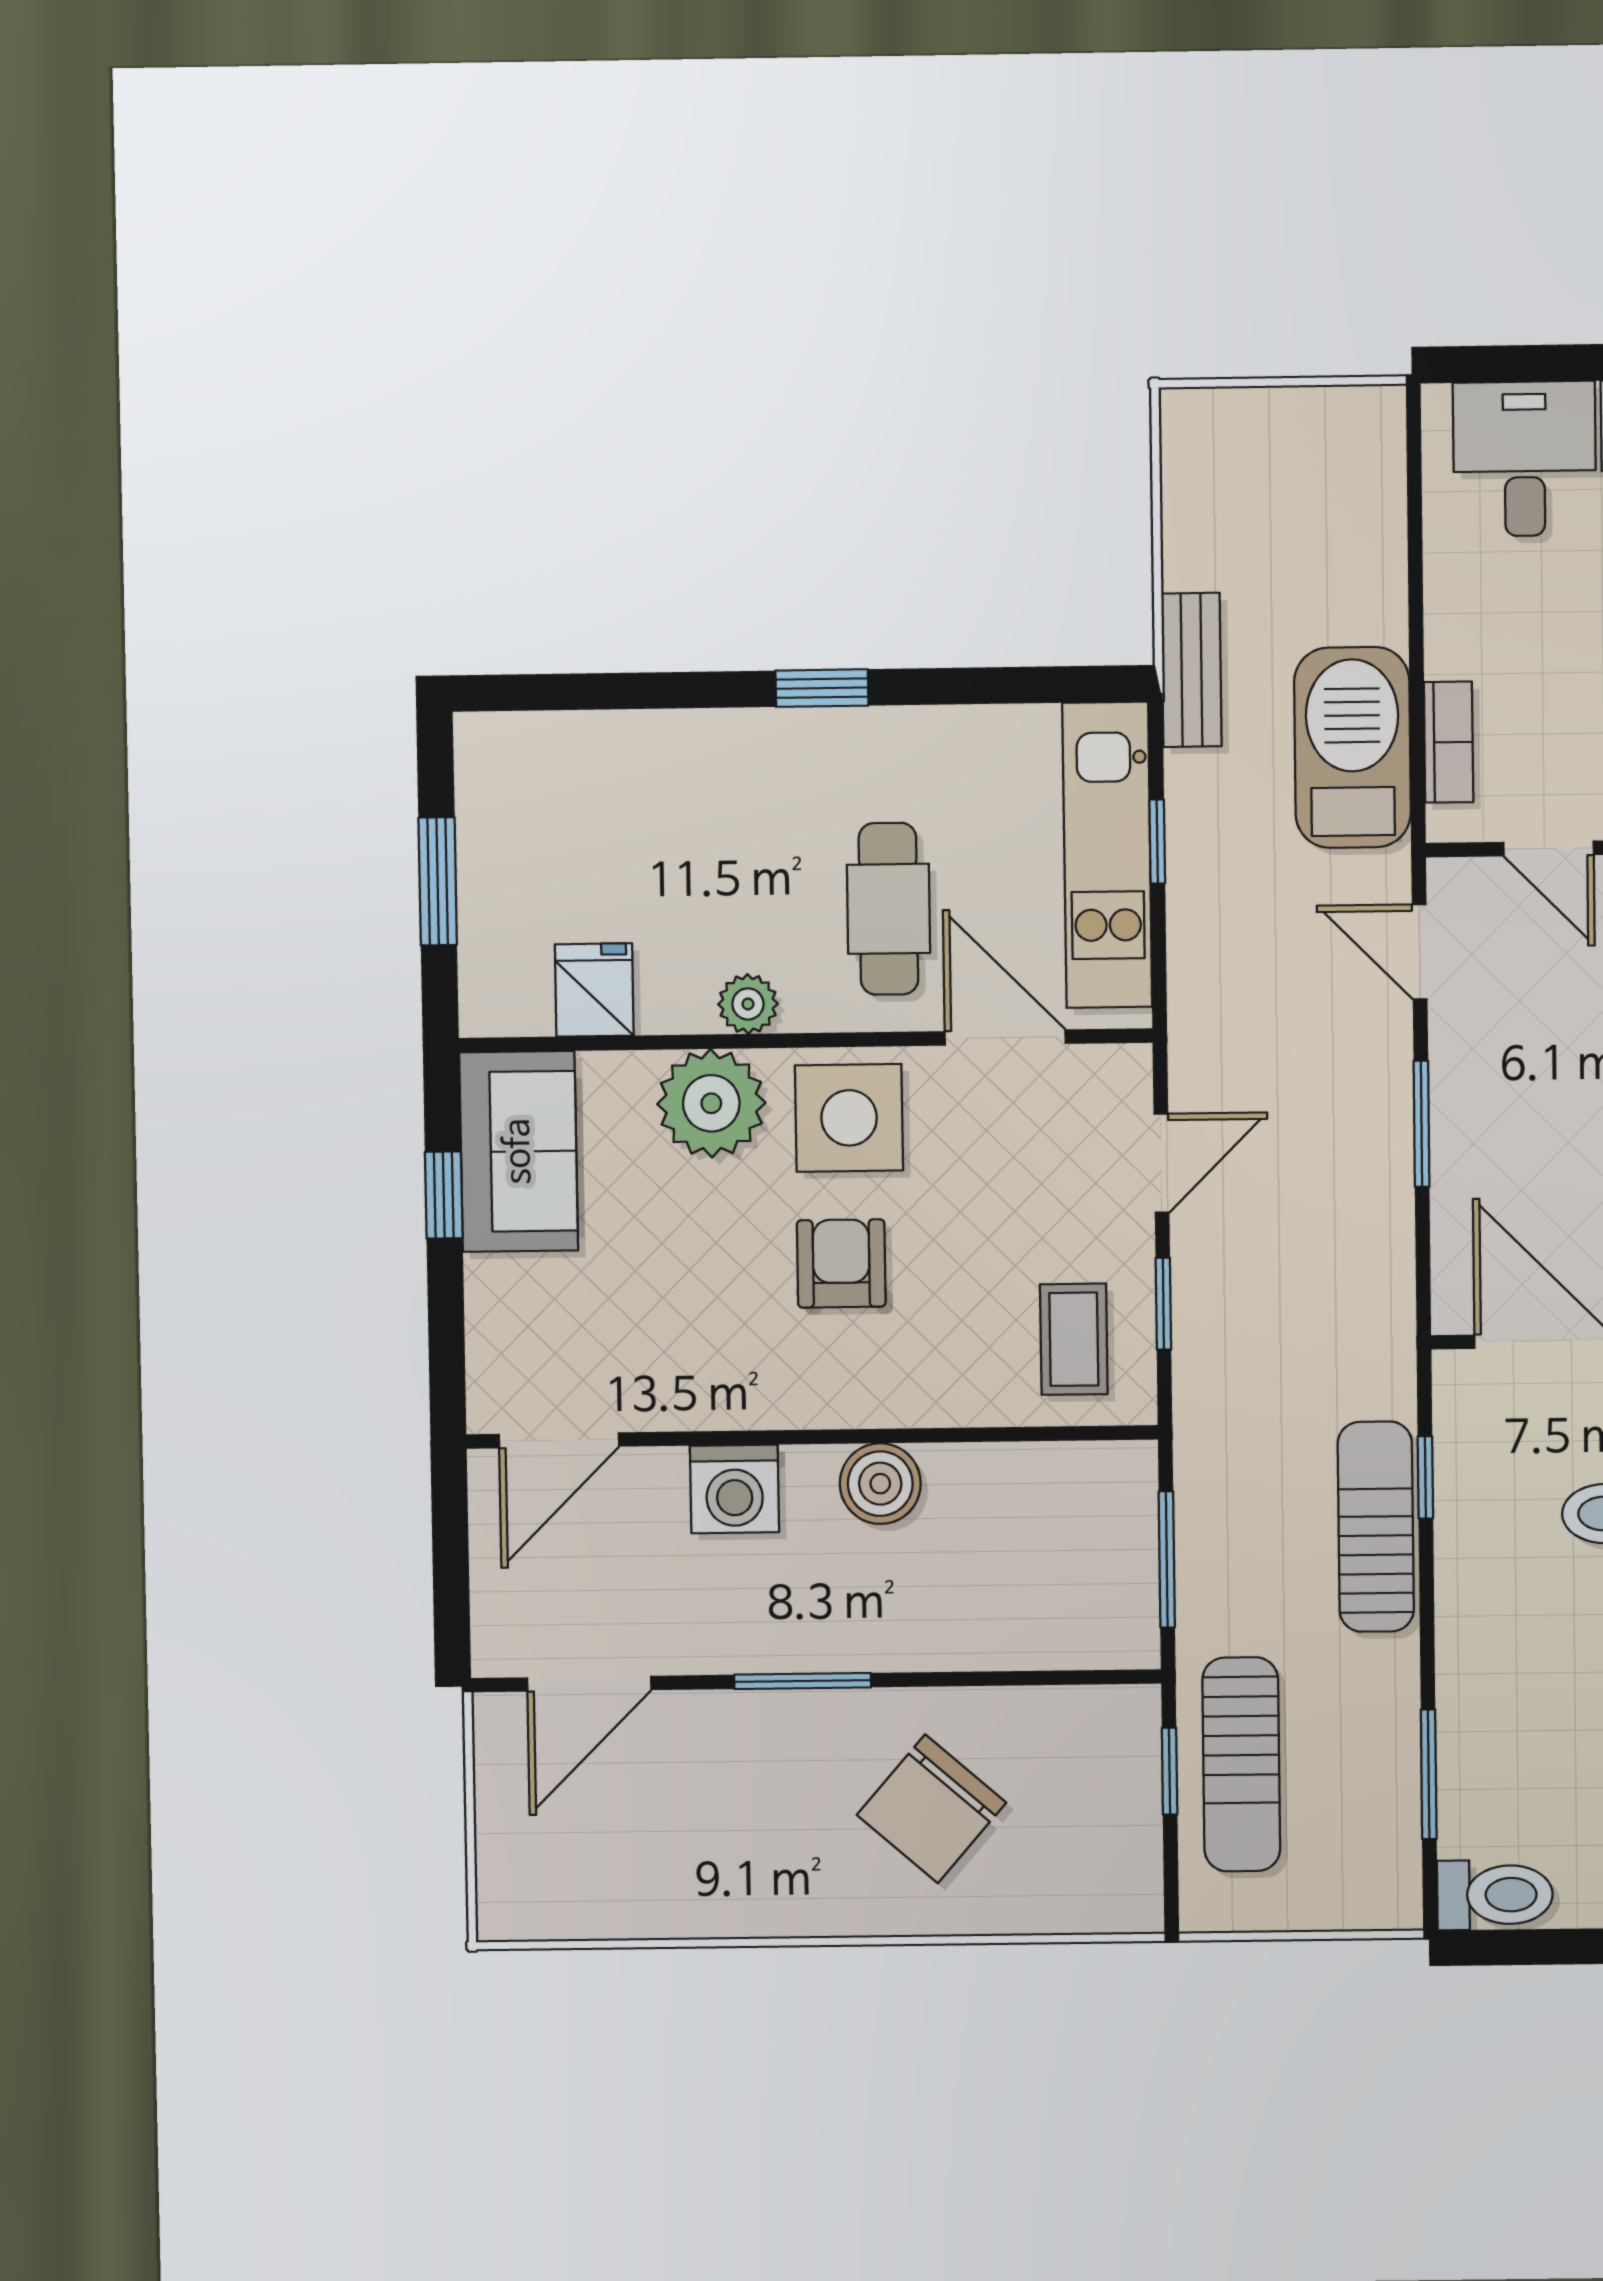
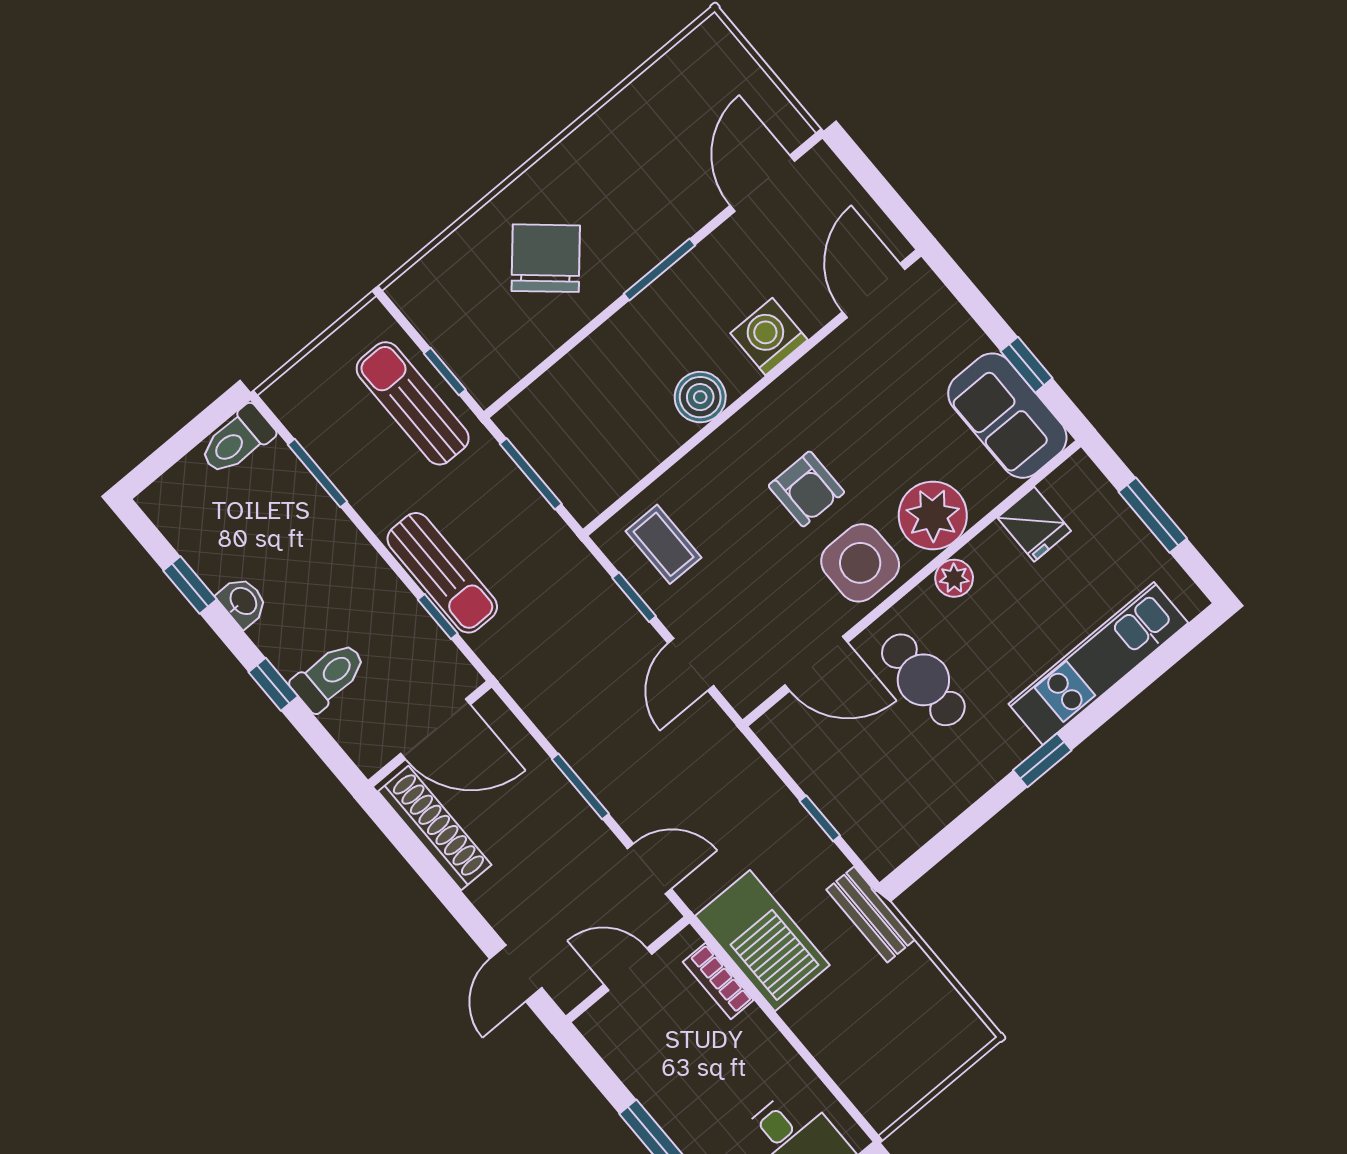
kitchen unit: (1107, 855) -> (1098, 663), moved, turned -90

